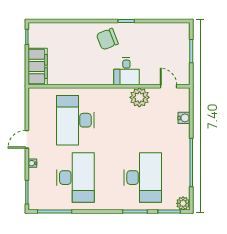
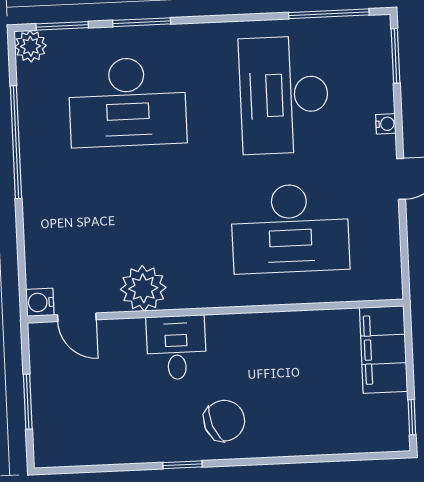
water cooler: (184, 118) -> (40, 302), moved
desk: (75, 120) -> (290, 228), turned 90
desk: (143, 178) -> (127, 102), turned -90

